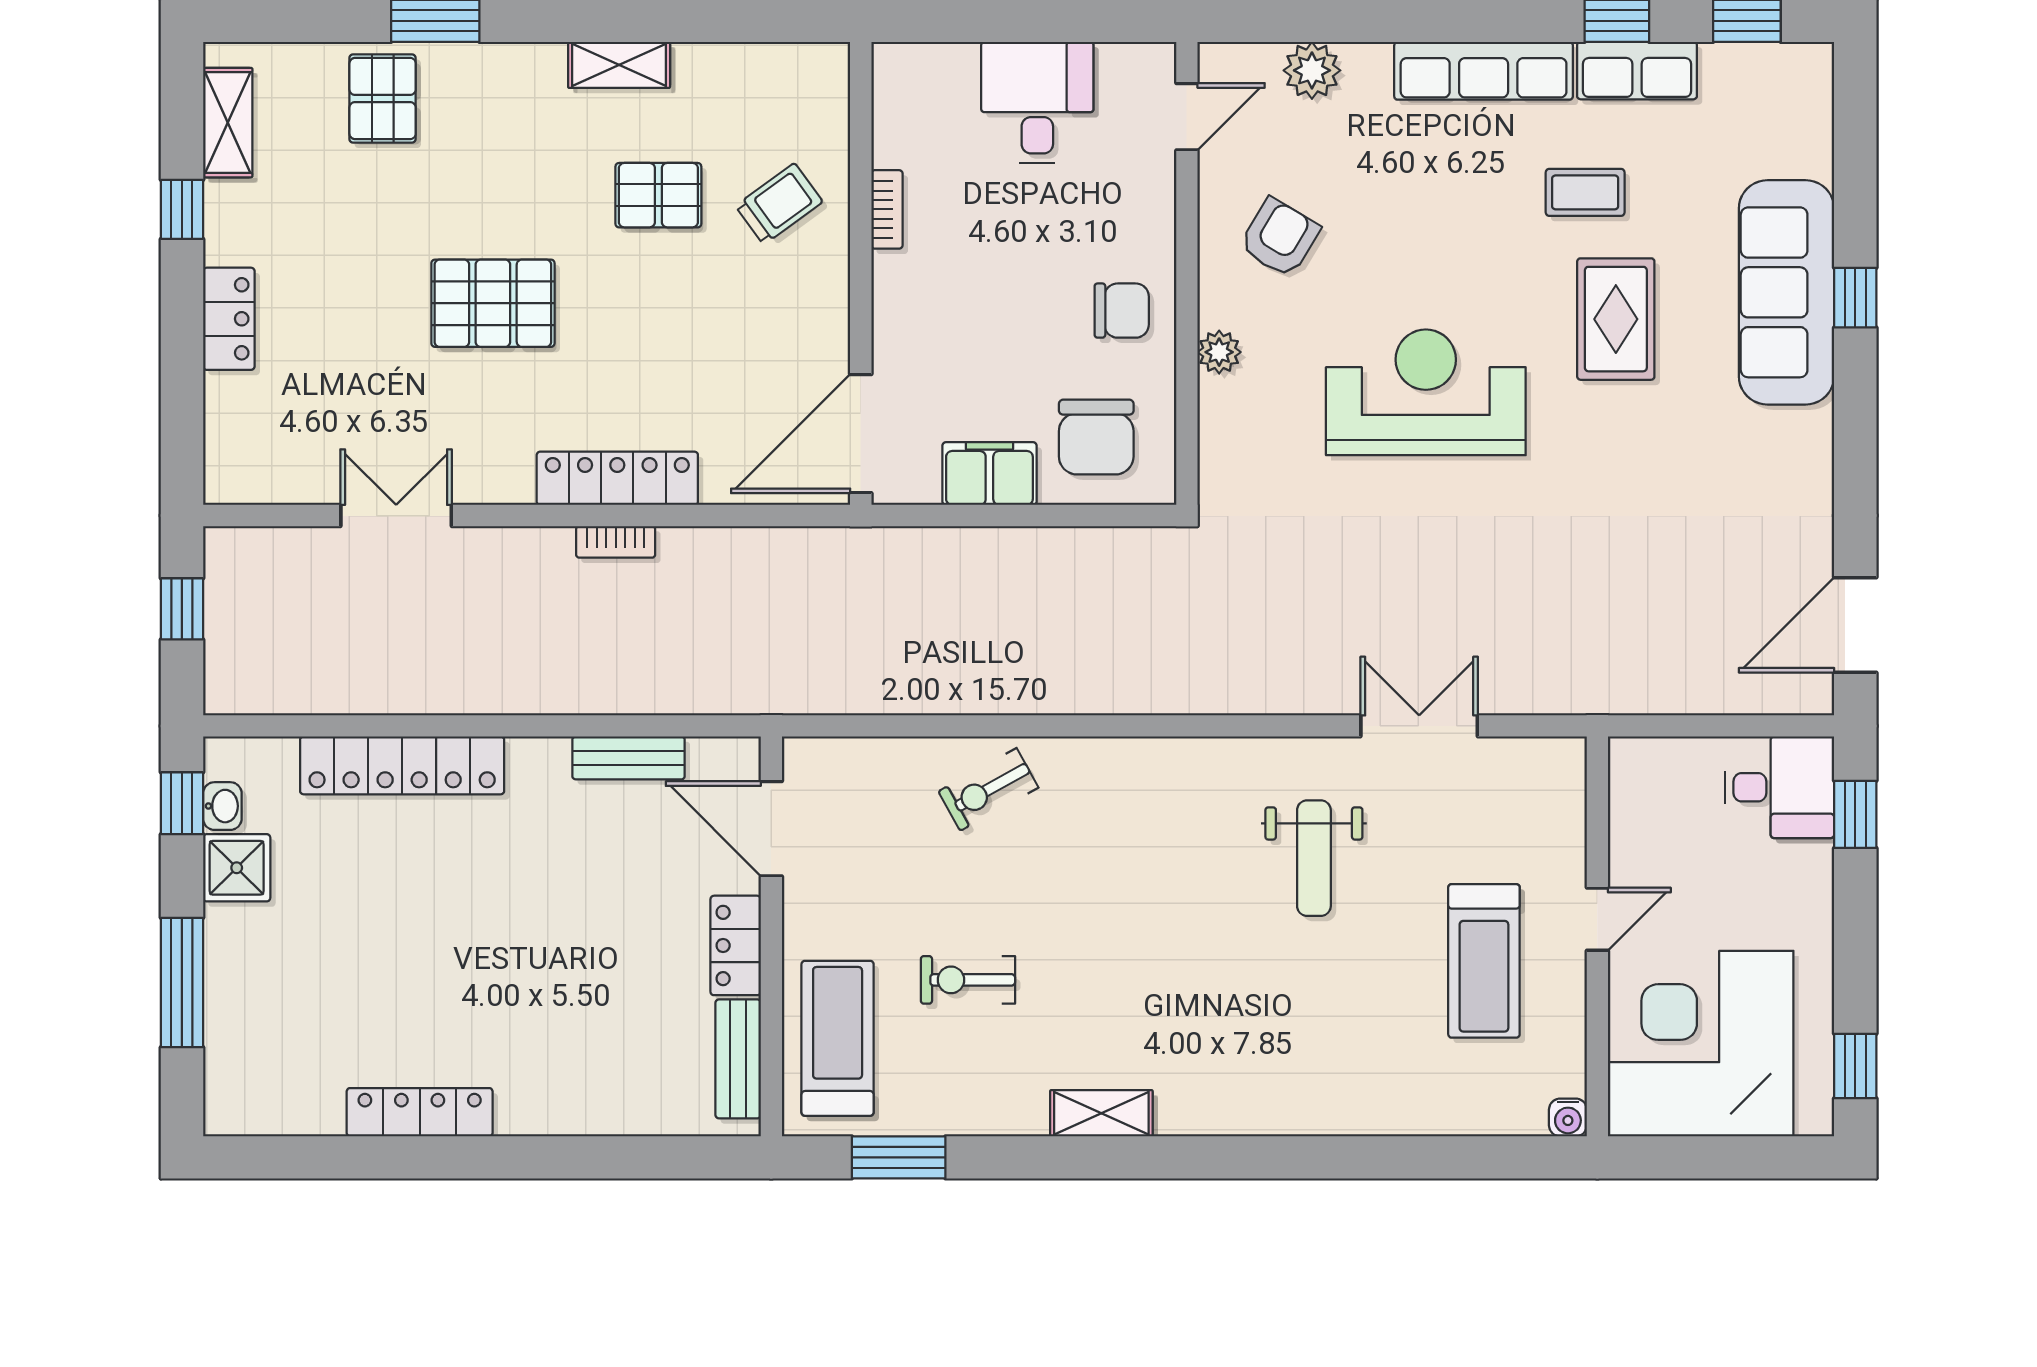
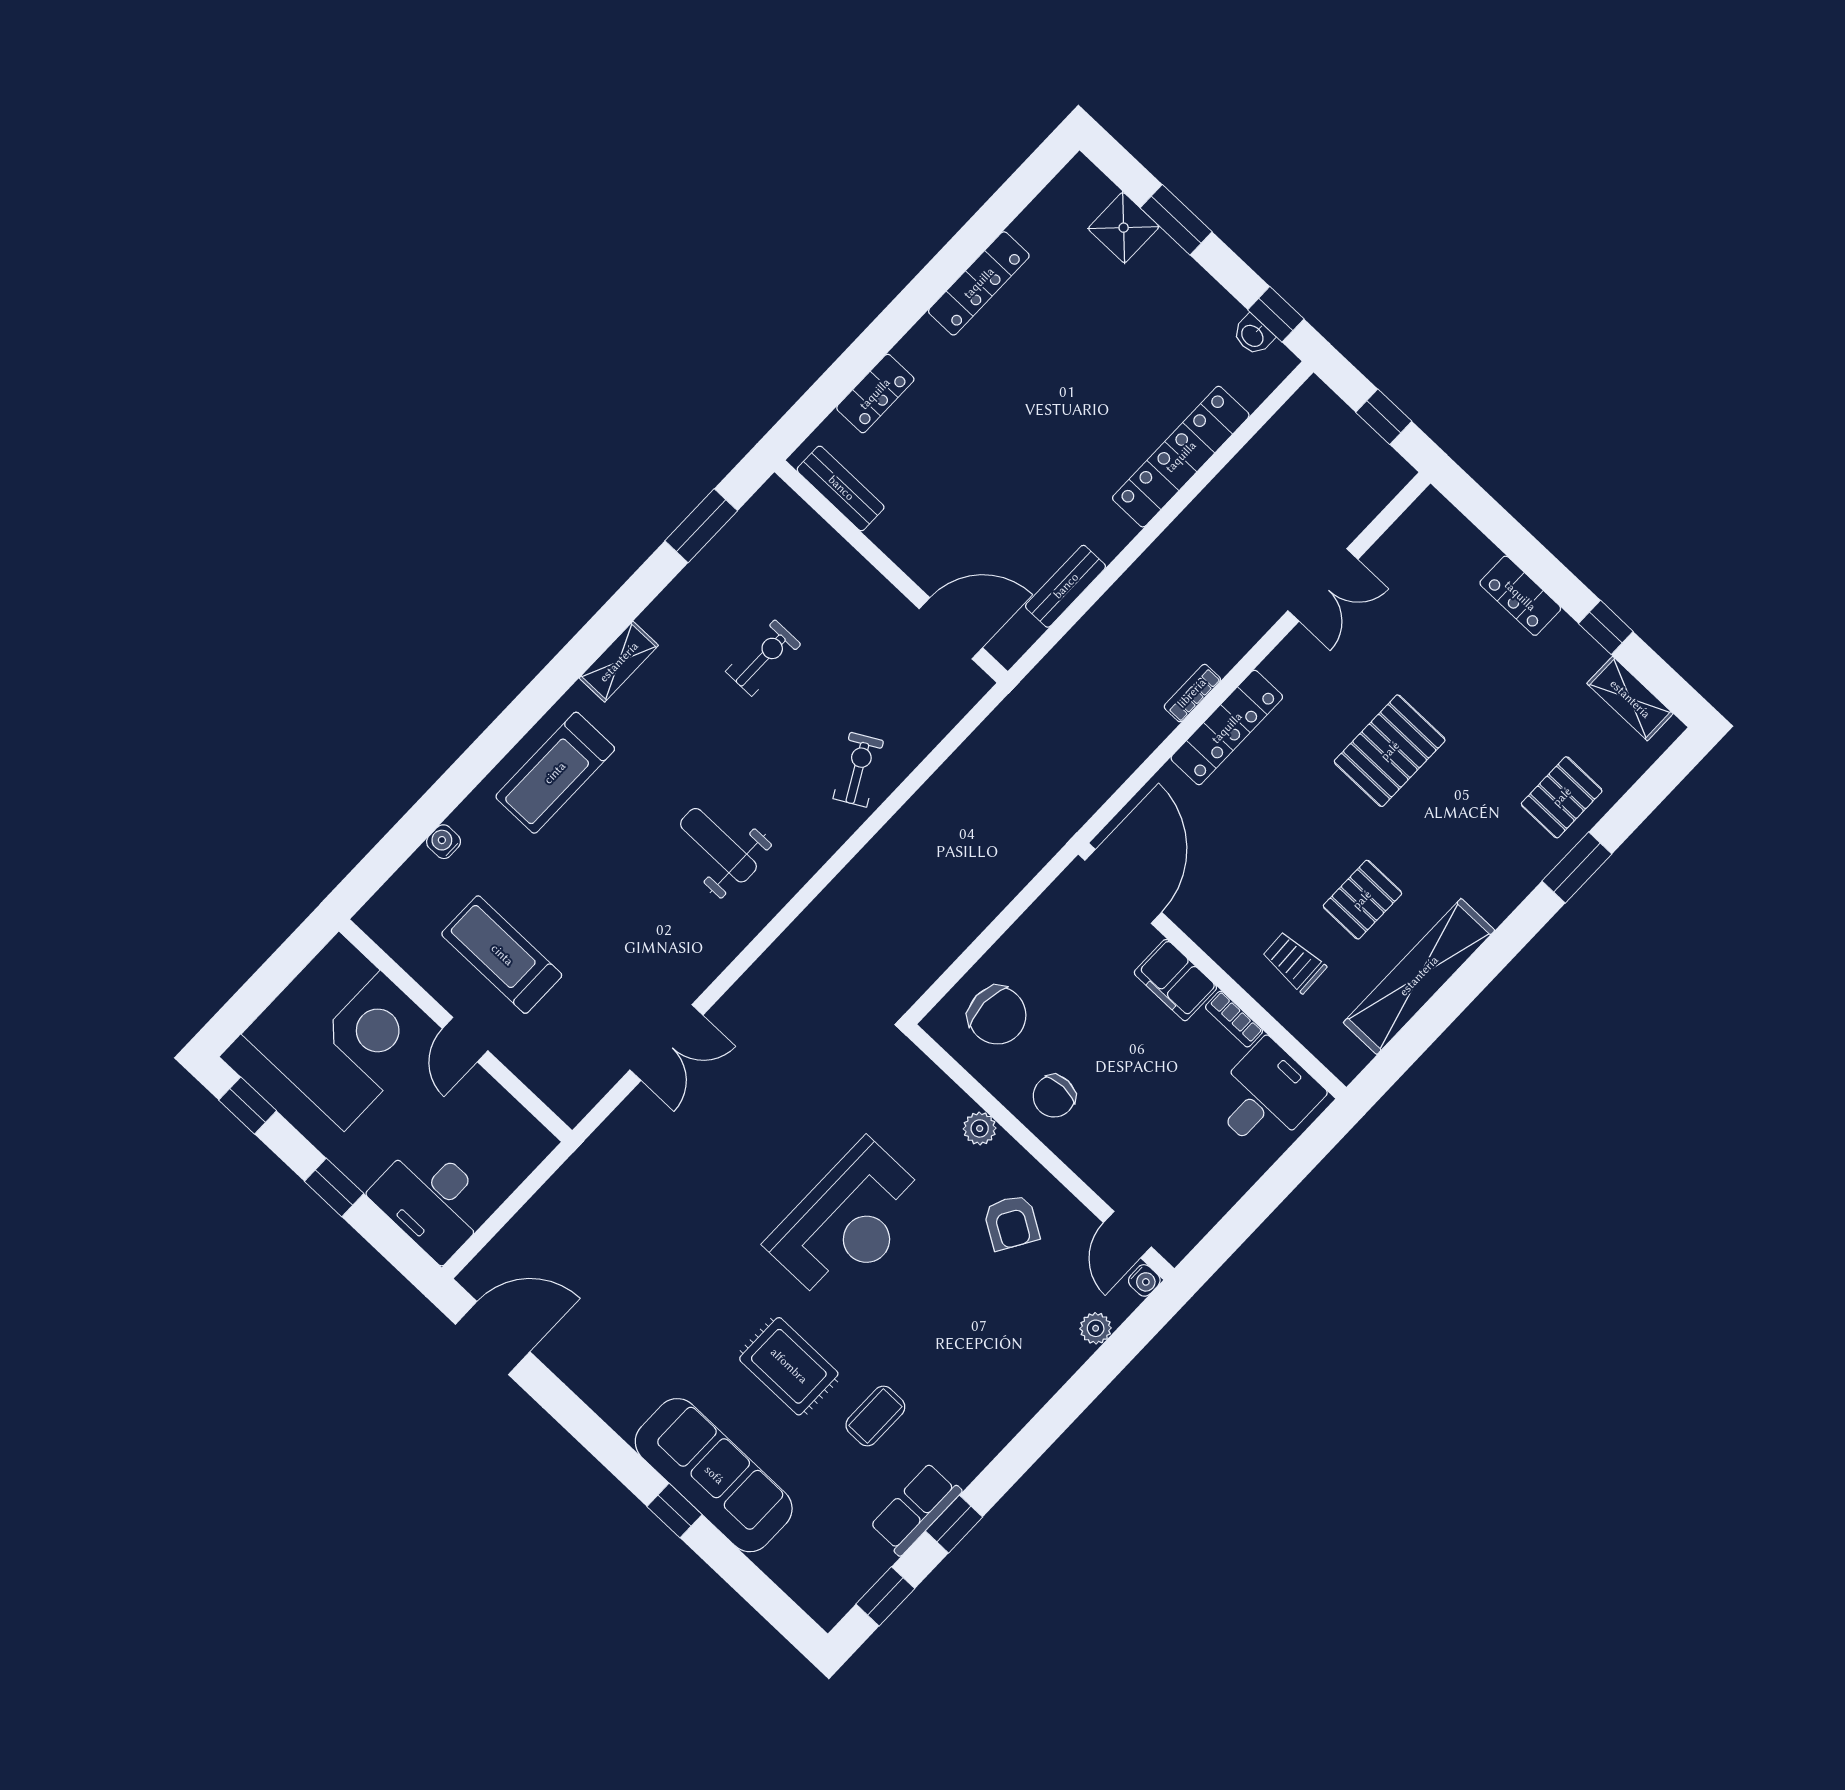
water cooler: (1215, 60) -> (1144, 1280), added
shelving: (619, 65) -> (1419, 976), width x2.20, depth x1.33
plant: (1312, 70) -> (1096, 1328), width x0.73, depth x0.73
row of seats: (1484, 71) -> (996, 1424), removed
pallet: (383, 99) -> (1562, 797), turned 90
desk: (1037, 103) -> (1266, 1097), moved, turned -90
trolley: (779, 204) -> (1294, 962), turned 124
chair: (1096, 437) -> (997, 1015), turned 180
filing cabinet: (989, 474) -> (1175, 980), moved, turned 90
door: (1855, 625) -> (493, 1338), hinge flipped
desk: (1779, 787) -> (432, 1200), width x1.37
window: (1855, 814) -> (334, 1187), moved
weight bench: (1314, 858) -> (718, 845), moved
shower: (237, 868) -> (1124, 228), moved
locker: (736, 945) -> (875, 394), moved, turned 90
window: (182, 983) -> (1176, 220), width x0.69
treadmill: (838, 1038) -> (555, 773), moved, turned 90
water cooler: (1568, 1117) -> (444, 842), moved

